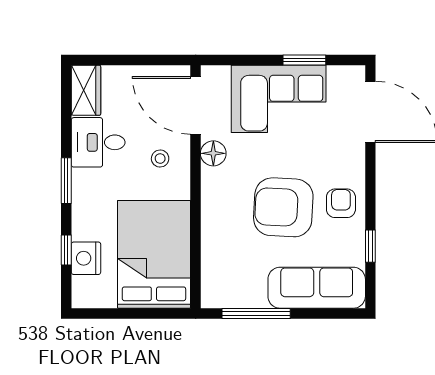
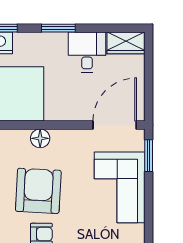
window: (304, 60) -> (149, 156), moved
floor lamp: (213, 153) -> (40, 138), moved
stool: (160, 159) -> (75, 98), removed

